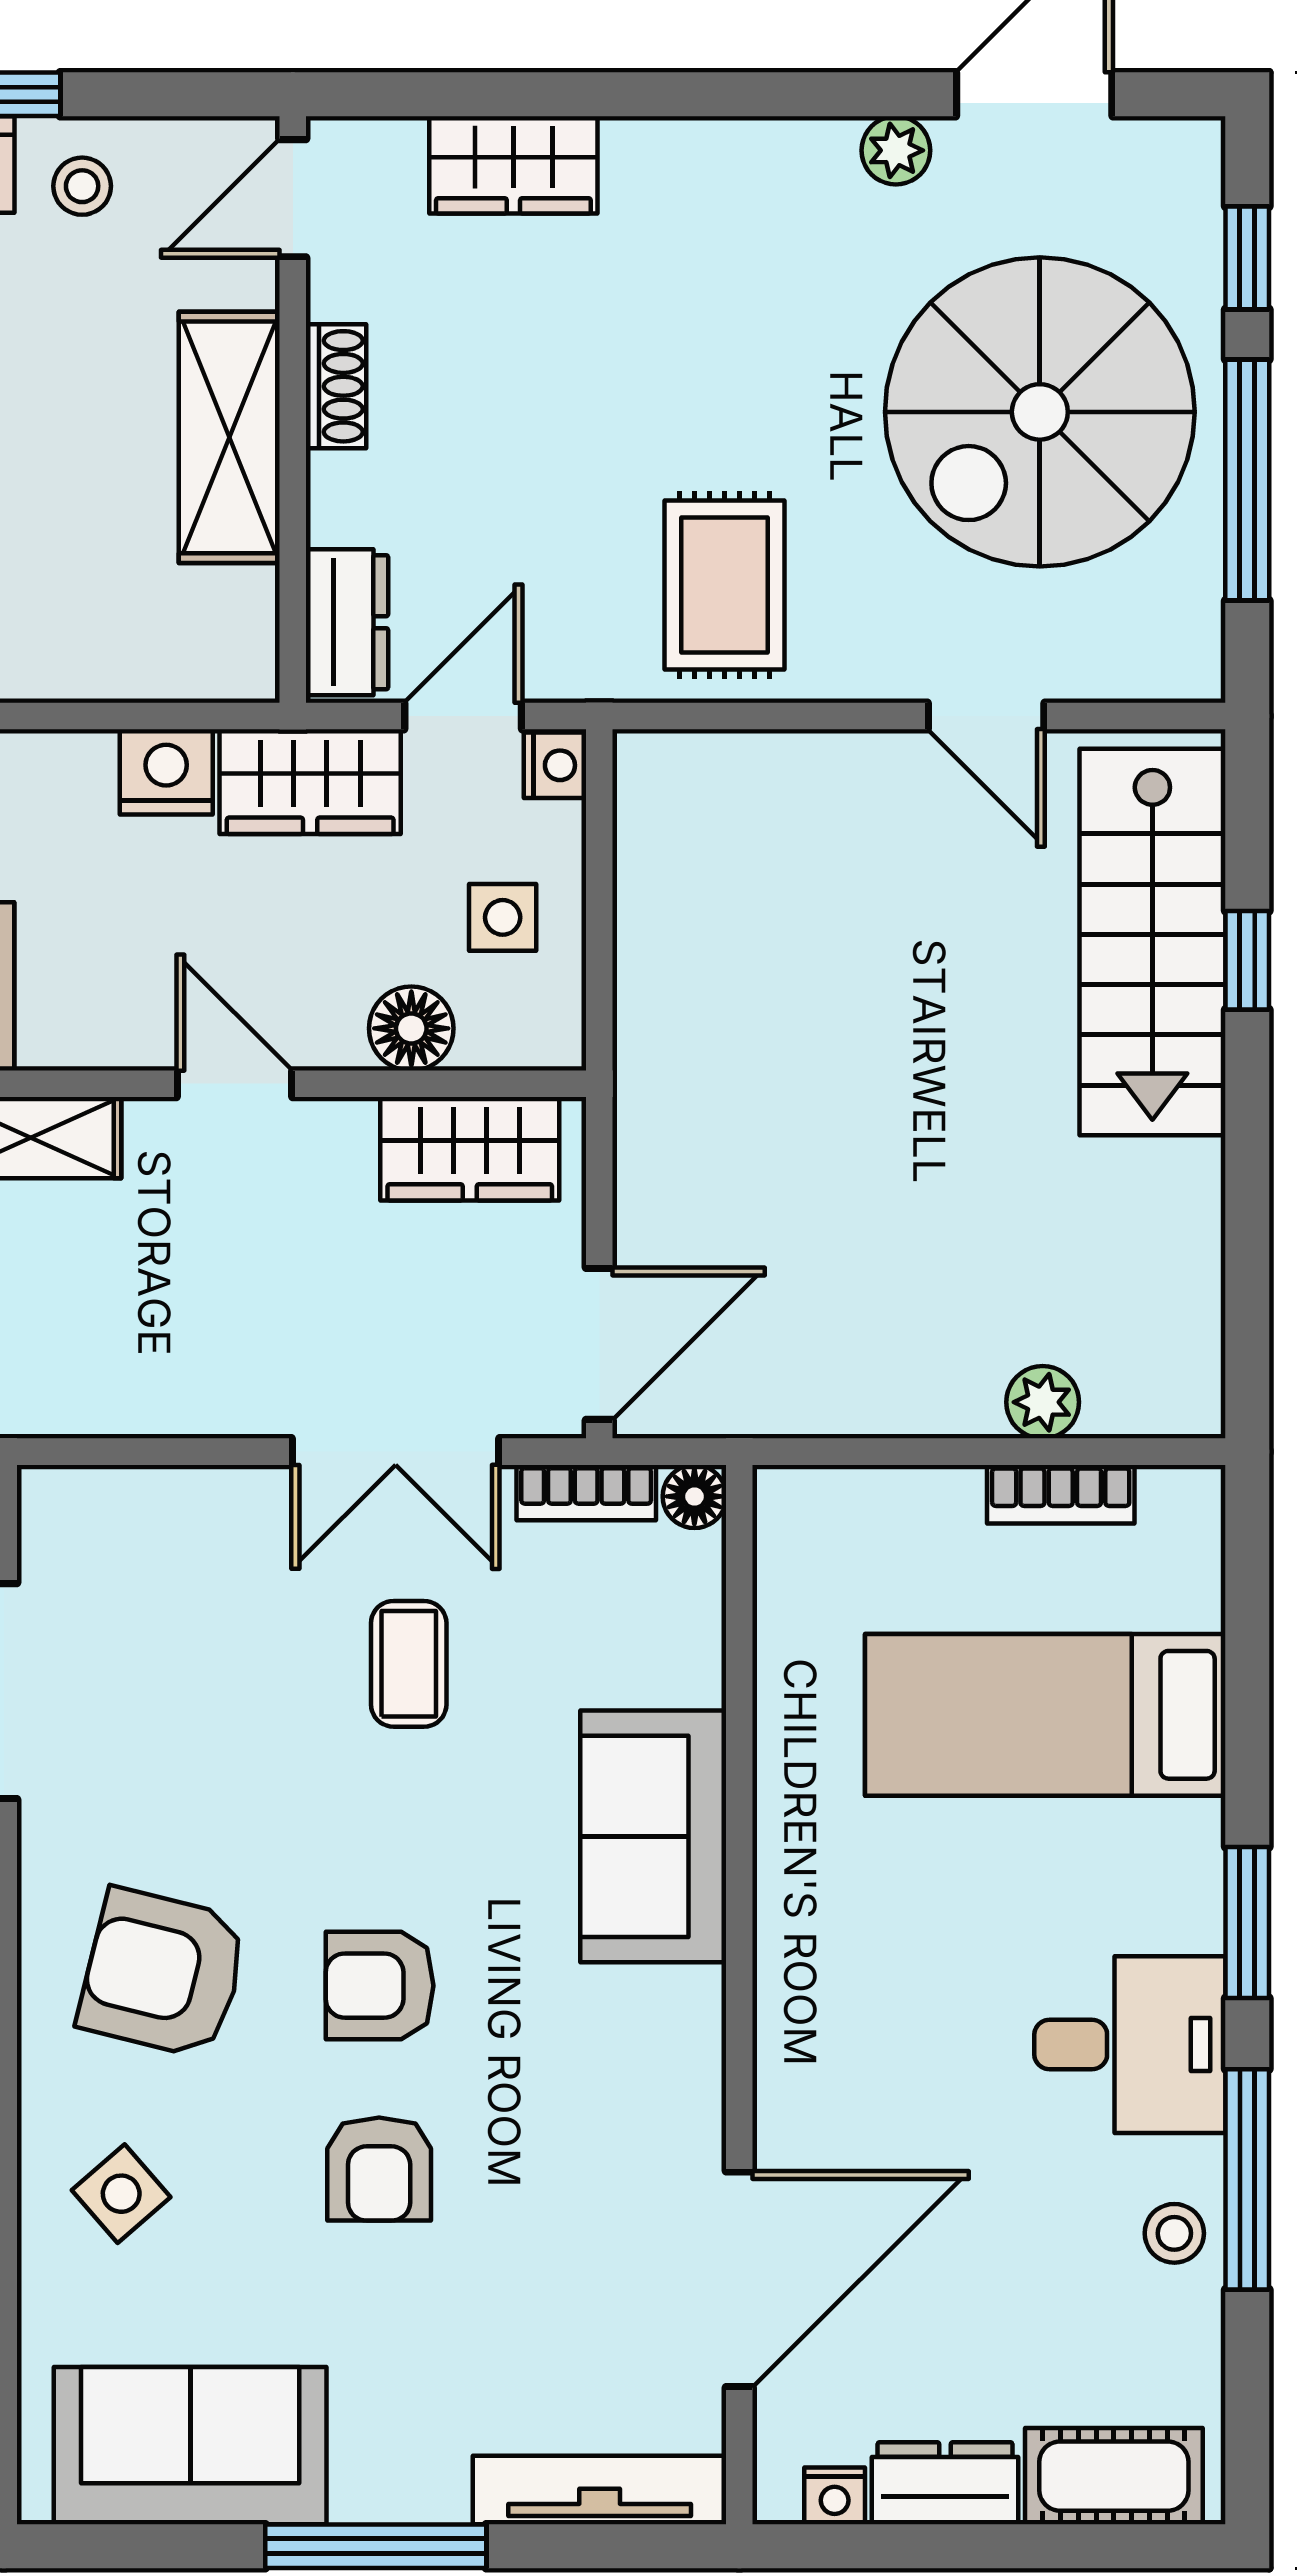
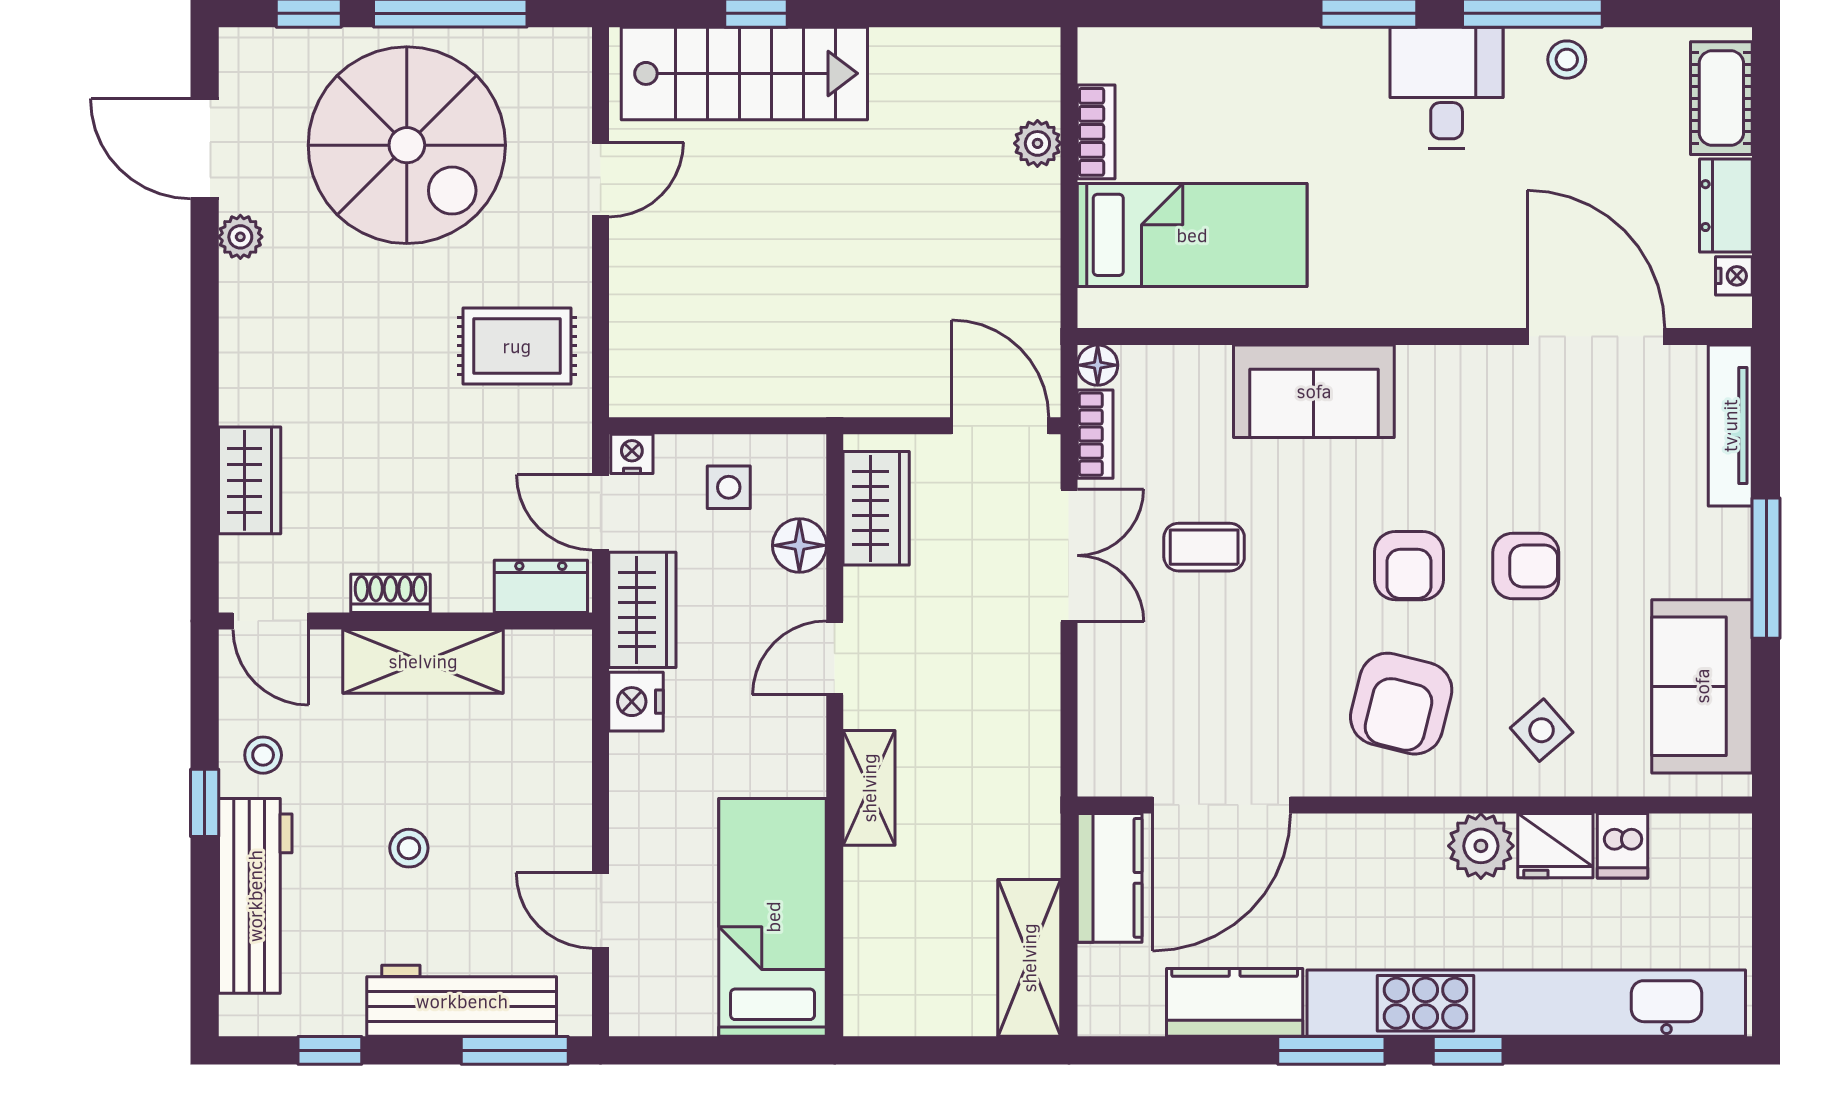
bed: (1045, 1715) -> (1192, 235), moved, turned -90

